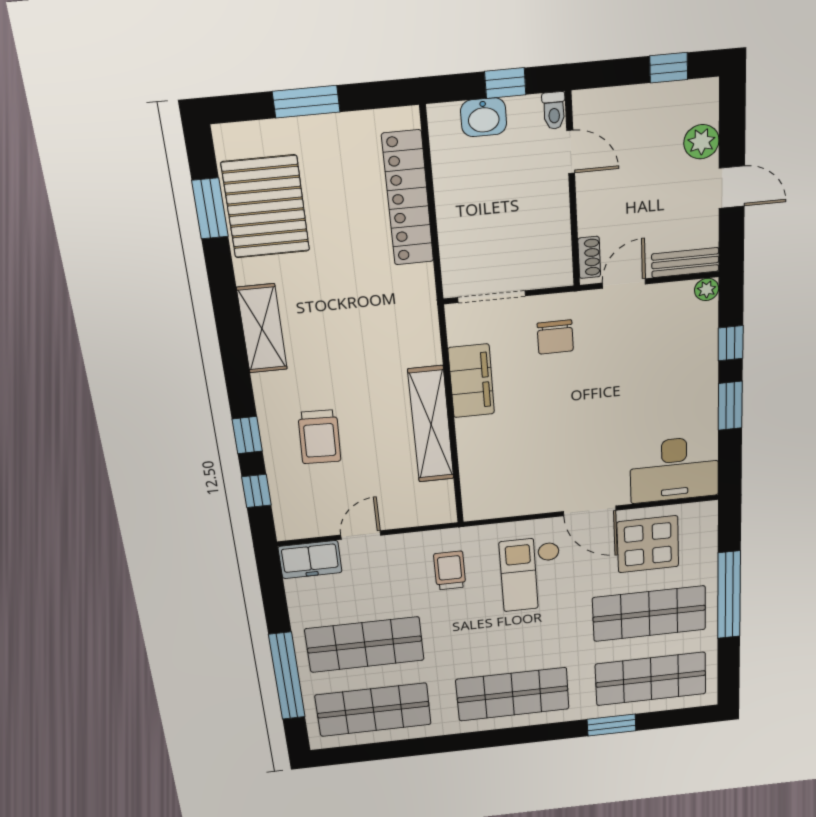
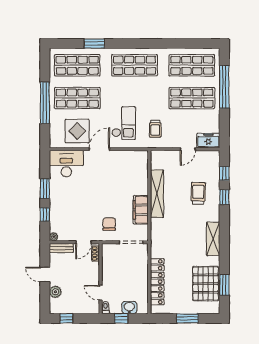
door: (590, 511) -> (99, 149), hinge flipped

